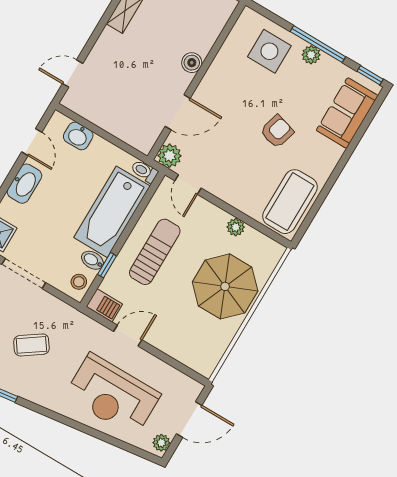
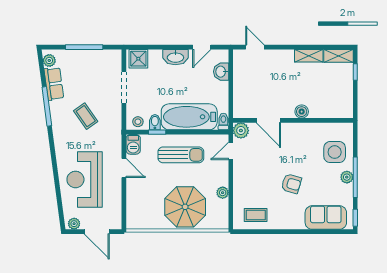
coffee table: (290, 202) -> (256, 215), width x0.54, depth x0.58

